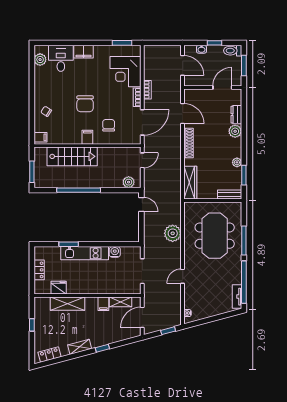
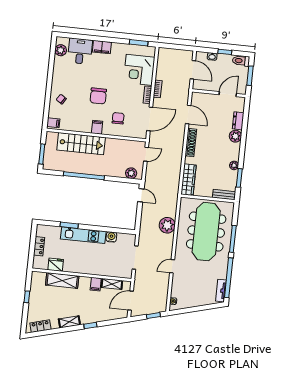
meeting table: (215, 236) -> (206, 232), width x1.36

